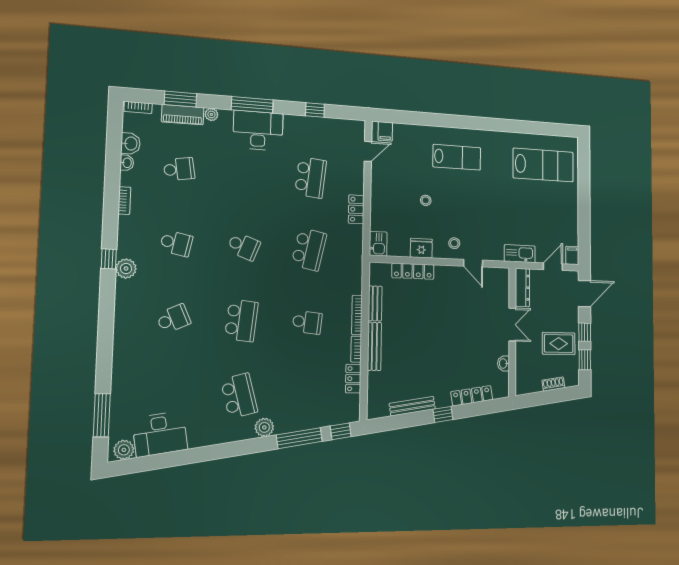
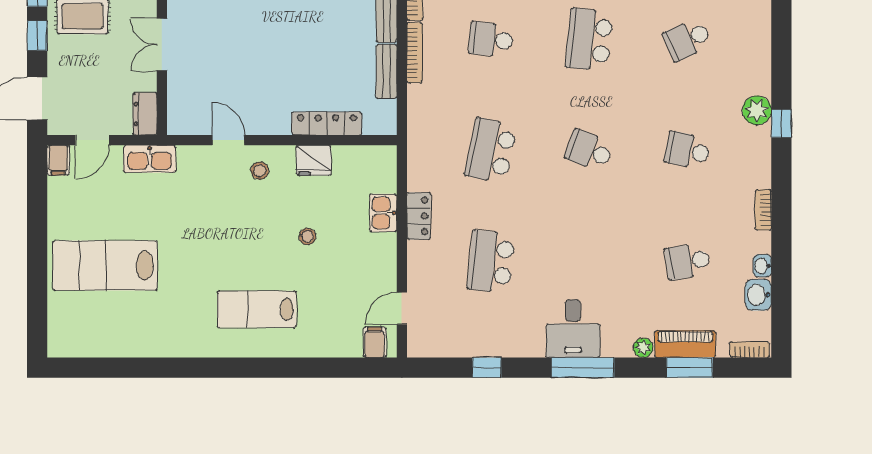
desk: (258, 130) -> (573, 329), width x0.73
lab bench: (543, 165) -> (105, 265), moved
kitchen sink: (378, 244) -> (383, 213), moved
dresser: (522, 287) -> (145, 114), width x0.70

